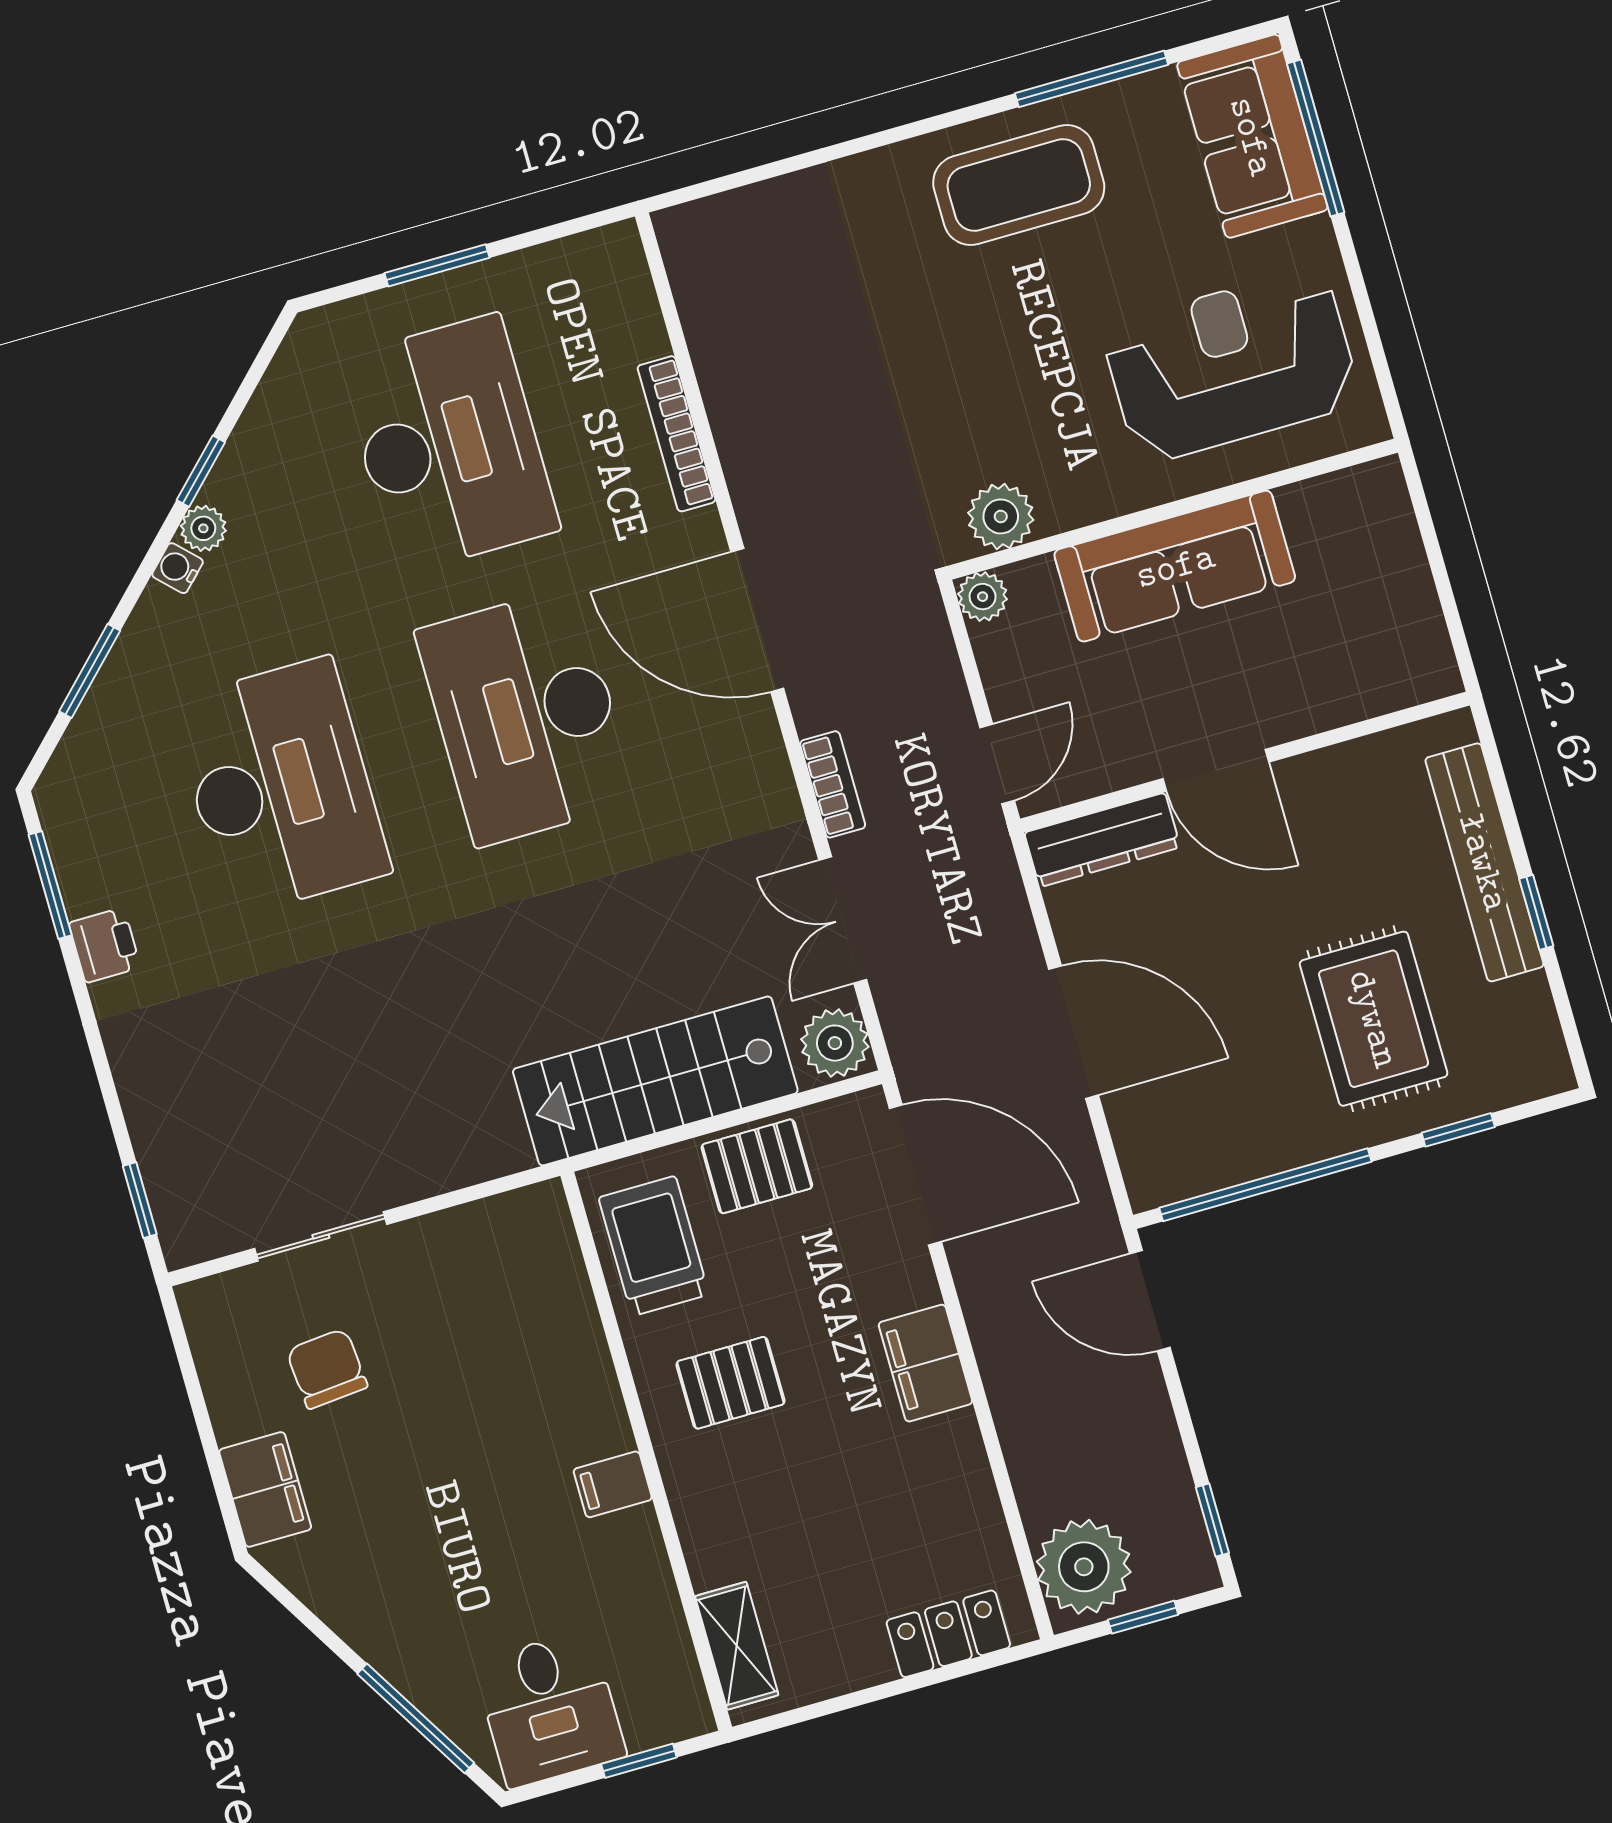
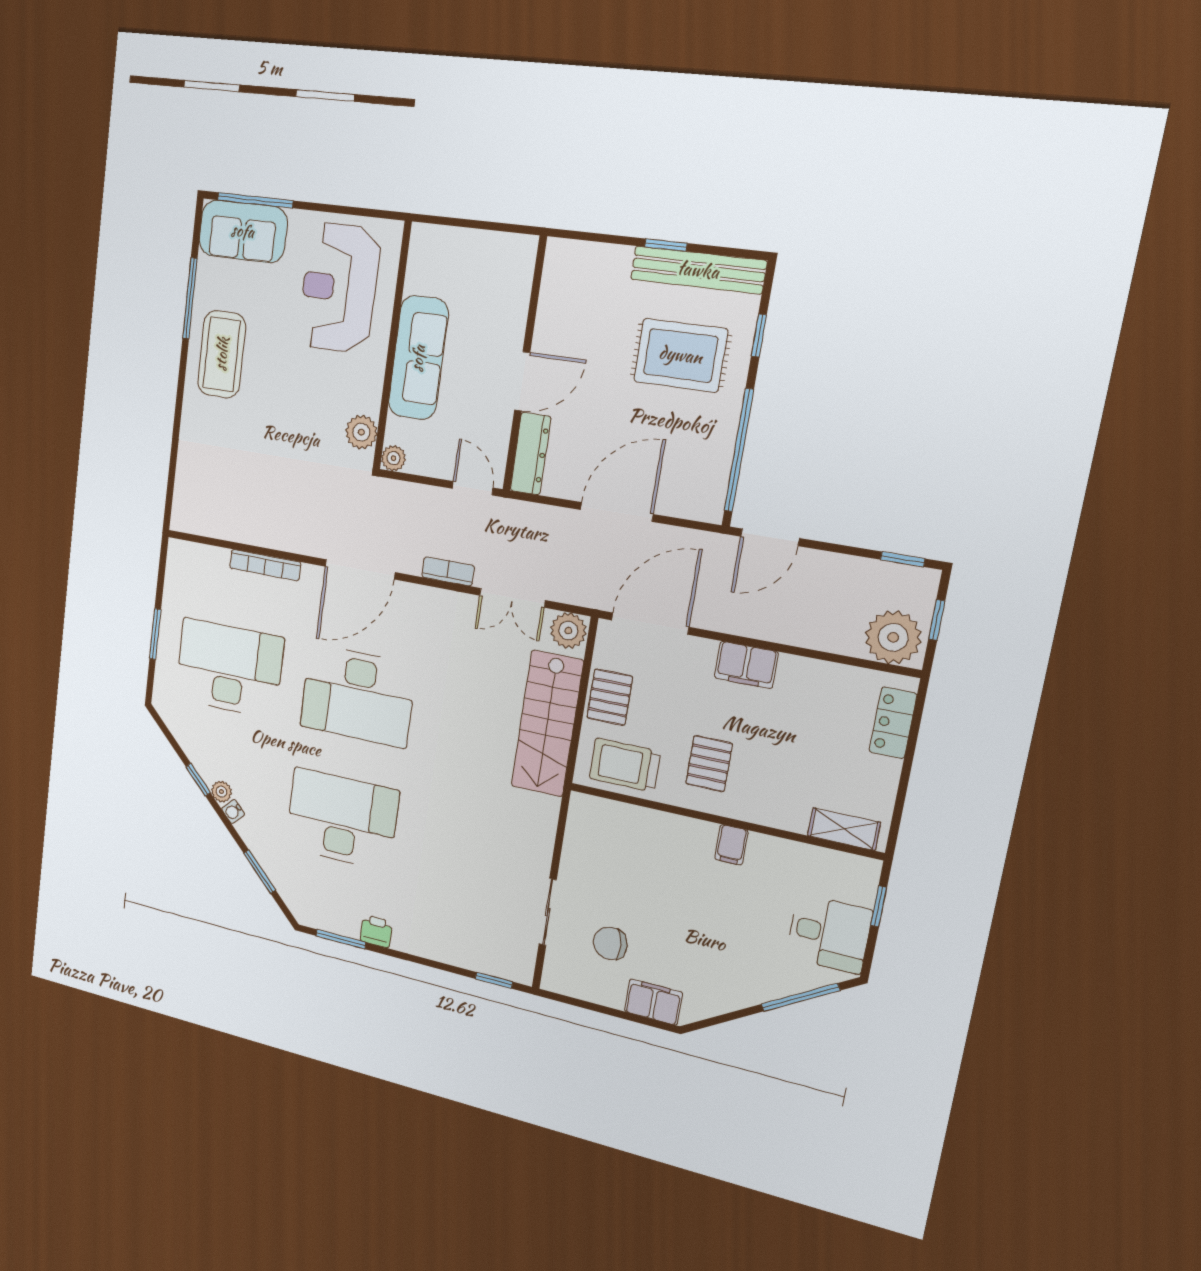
bench: (1484, 862) -> (698, 270), moved

